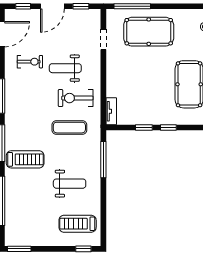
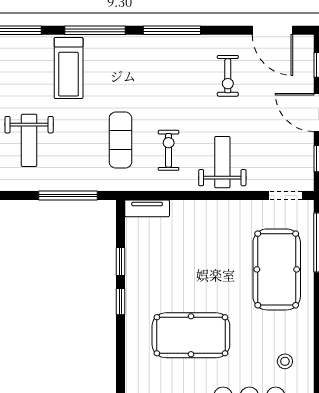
doorway: (103, 39) -> (285, 195), moved
weight bench: (65, 68) -> (222, 162), moved
exercise bike: (76, 98) -> (169, 150), width x0.73, depth x0.72

